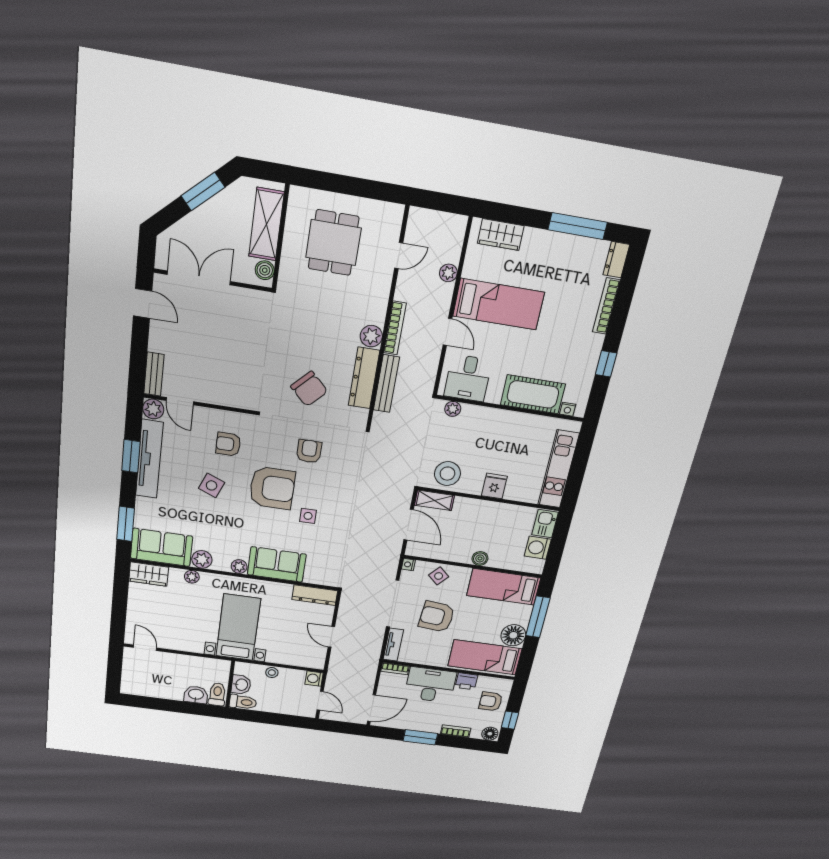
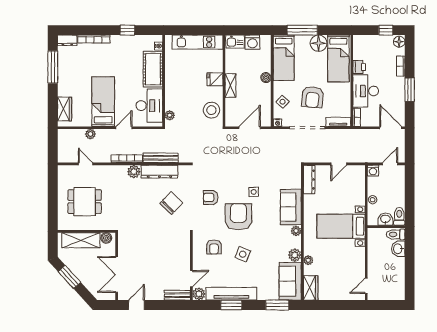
desk: (468, 378) -> (149, 106), width x1.37
shelving: (434, 500) -> (231, 86), moved
armchair: (491, 701) -> (373, 47), removed

